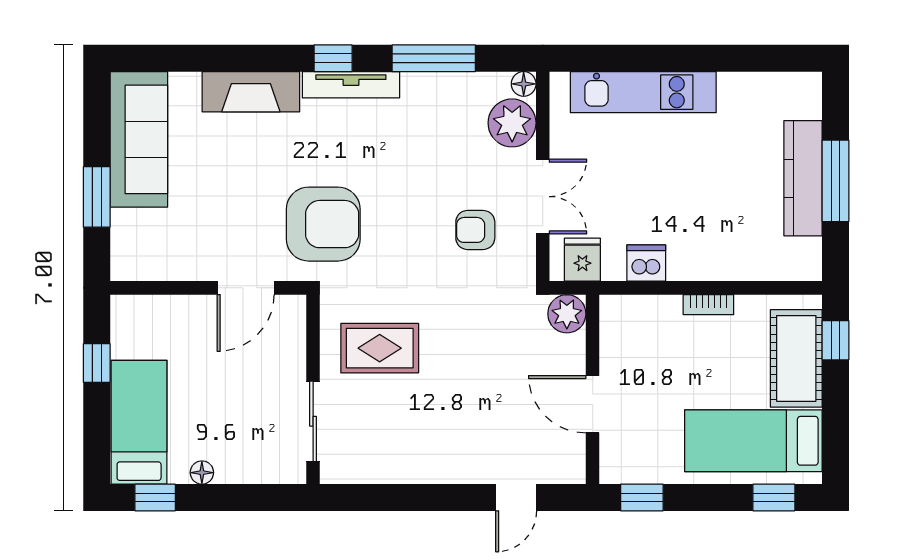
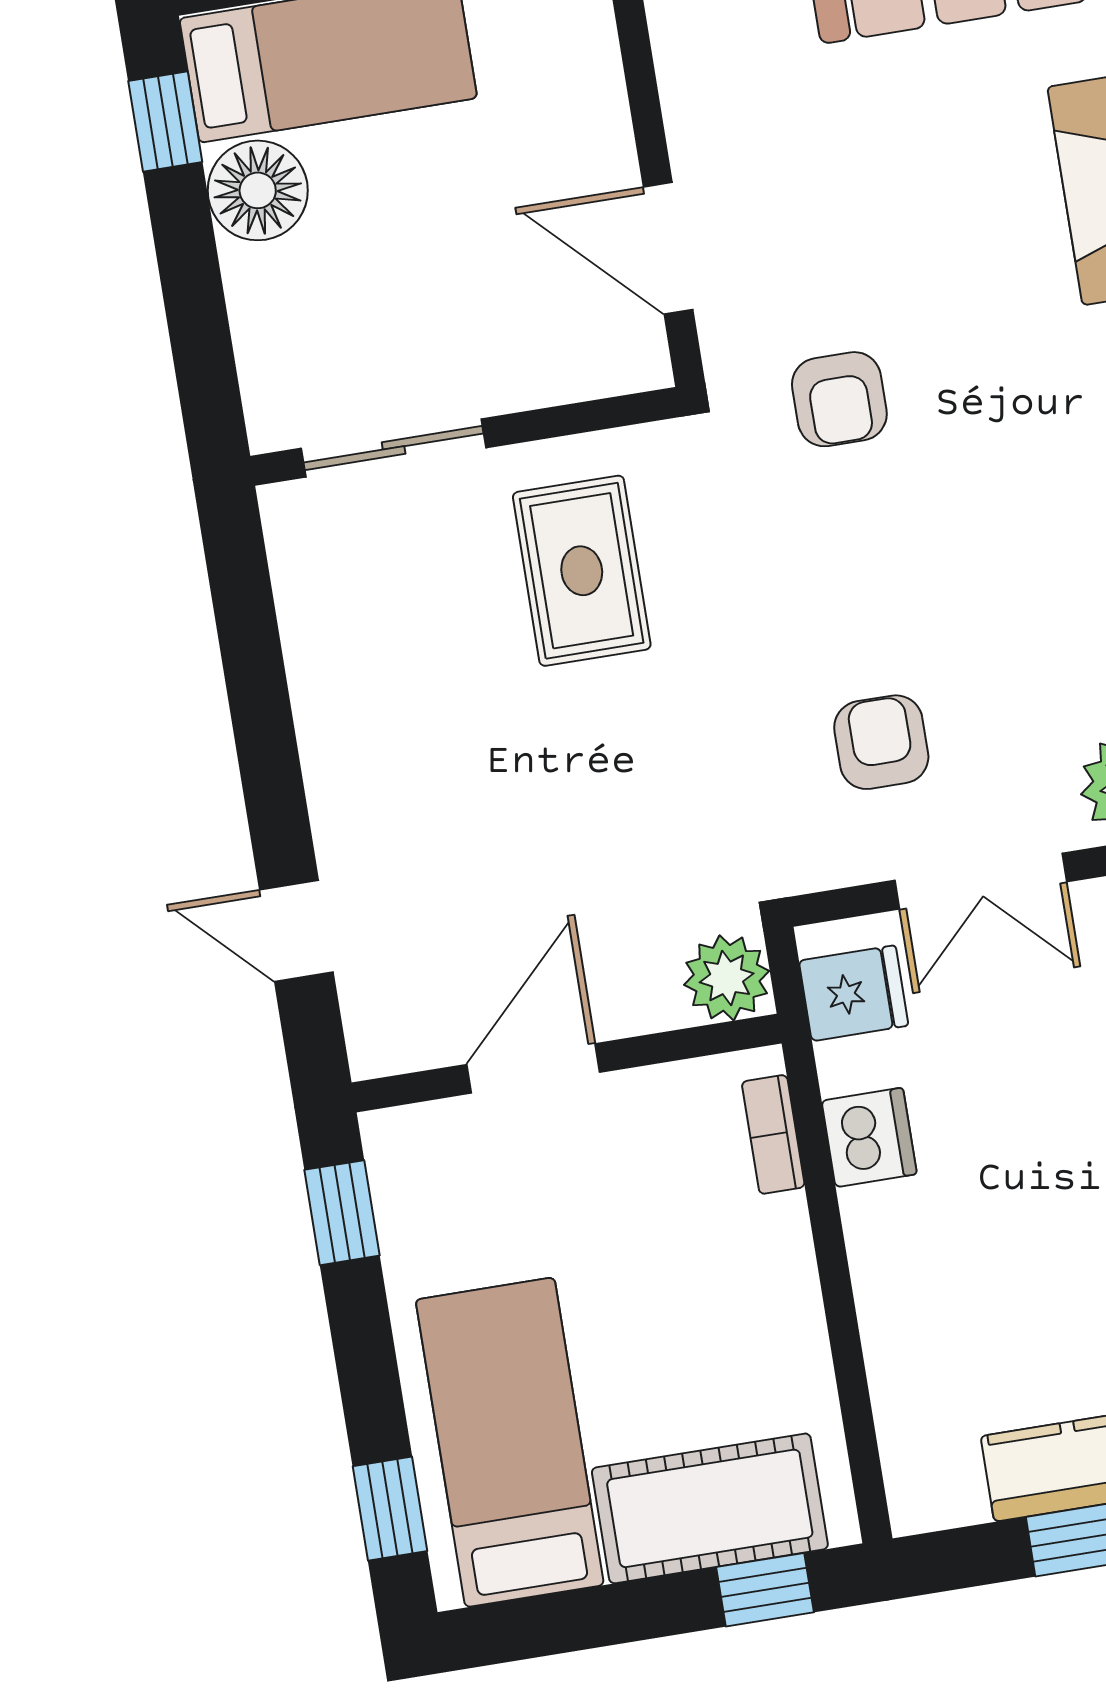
armchair: (323, 224) -> (839, 399), width x0.53, depth x0.53
bookcase: (708, 305) -> (773, 1134), moved
floor lamp: (202, 473) -> (258, 190), width x1.89, depth x1.89

